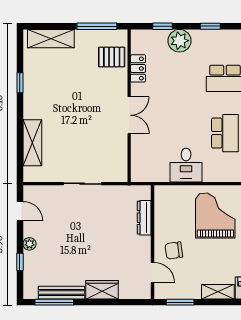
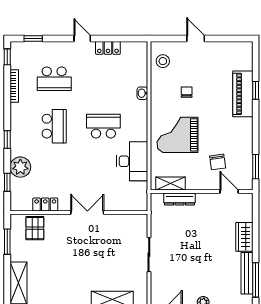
window: (97, 26) -> (7, 242), width x0.69
desk: (186, 165) -> (132, 161), width x1.37
chair: (174, 250) -> (218, 162), moved
door: (152, 273) -> (229, 191), hinge flipped
shelving: (218, 292) -> (170, 183), moved, turned 90

